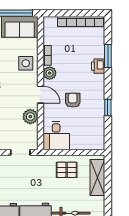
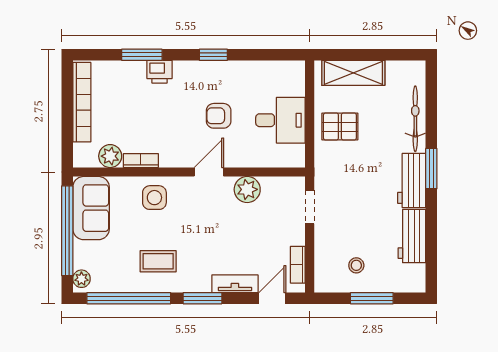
plant: (50, 73) -> (110, 156), moved
window: (108, 107) -> (213, 55), moved
desk: (56, 136) -> (280, 120), moved
pallet: (67, 170) -> (340, 127), turned 90

